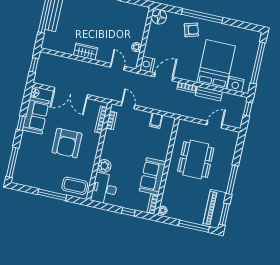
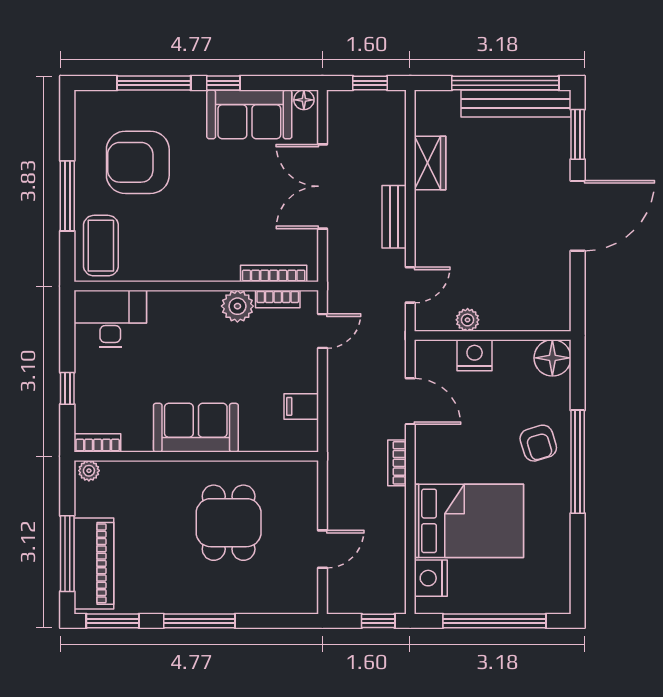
wardrobe: (86, 51) -> (430, 163), moved
nightstand: (147, 64) -> (475, 355), moved
bench: (209, 94) -> (394, 217), moved
door: (214, 125) -> (322, 549), hinge flipped
armchair: (67, 143) -> (138, 162), moved
dining table: (196, 160) -> (229, 523), width x0.73
window: (12, 162) -> (154, 83), moved
plant: (104, 166) -> (237, 306), moved
sofa: (153, 176) -> (196, 428), moved
piano: (215, 209) -> (94, 563), moved, turned 90

